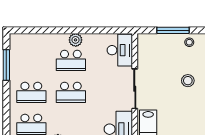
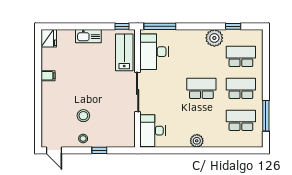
window: (173, 30) -> (99, 150), width x0.46
school desk: (71, 60) -> (241, 120), moved
stool: (188, 81) -> (83, 116), moved

